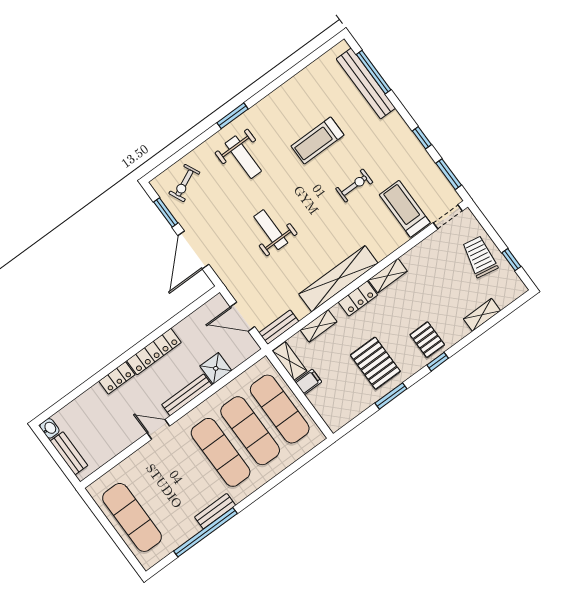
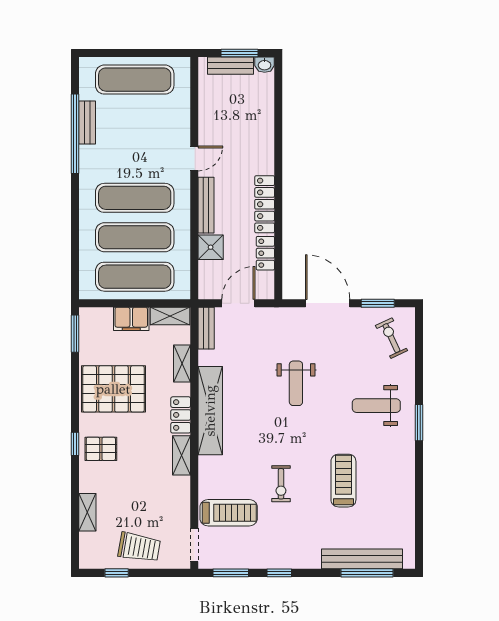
weight bench: (271, 230) -> (296, 383), turned 90
pallet: (375, 363) -> (113, 389), width x1.37, depth x1.41
locker: (117, 378) -> (265, 253), moved
filing cabinet: (308, 382) -> (131, 319), width x2.00
window: (391, 396) -> (75, 334), moved
window: (54, 454) -> (240, 53), added
bench: (215, 511) -> (87, 122), moved

